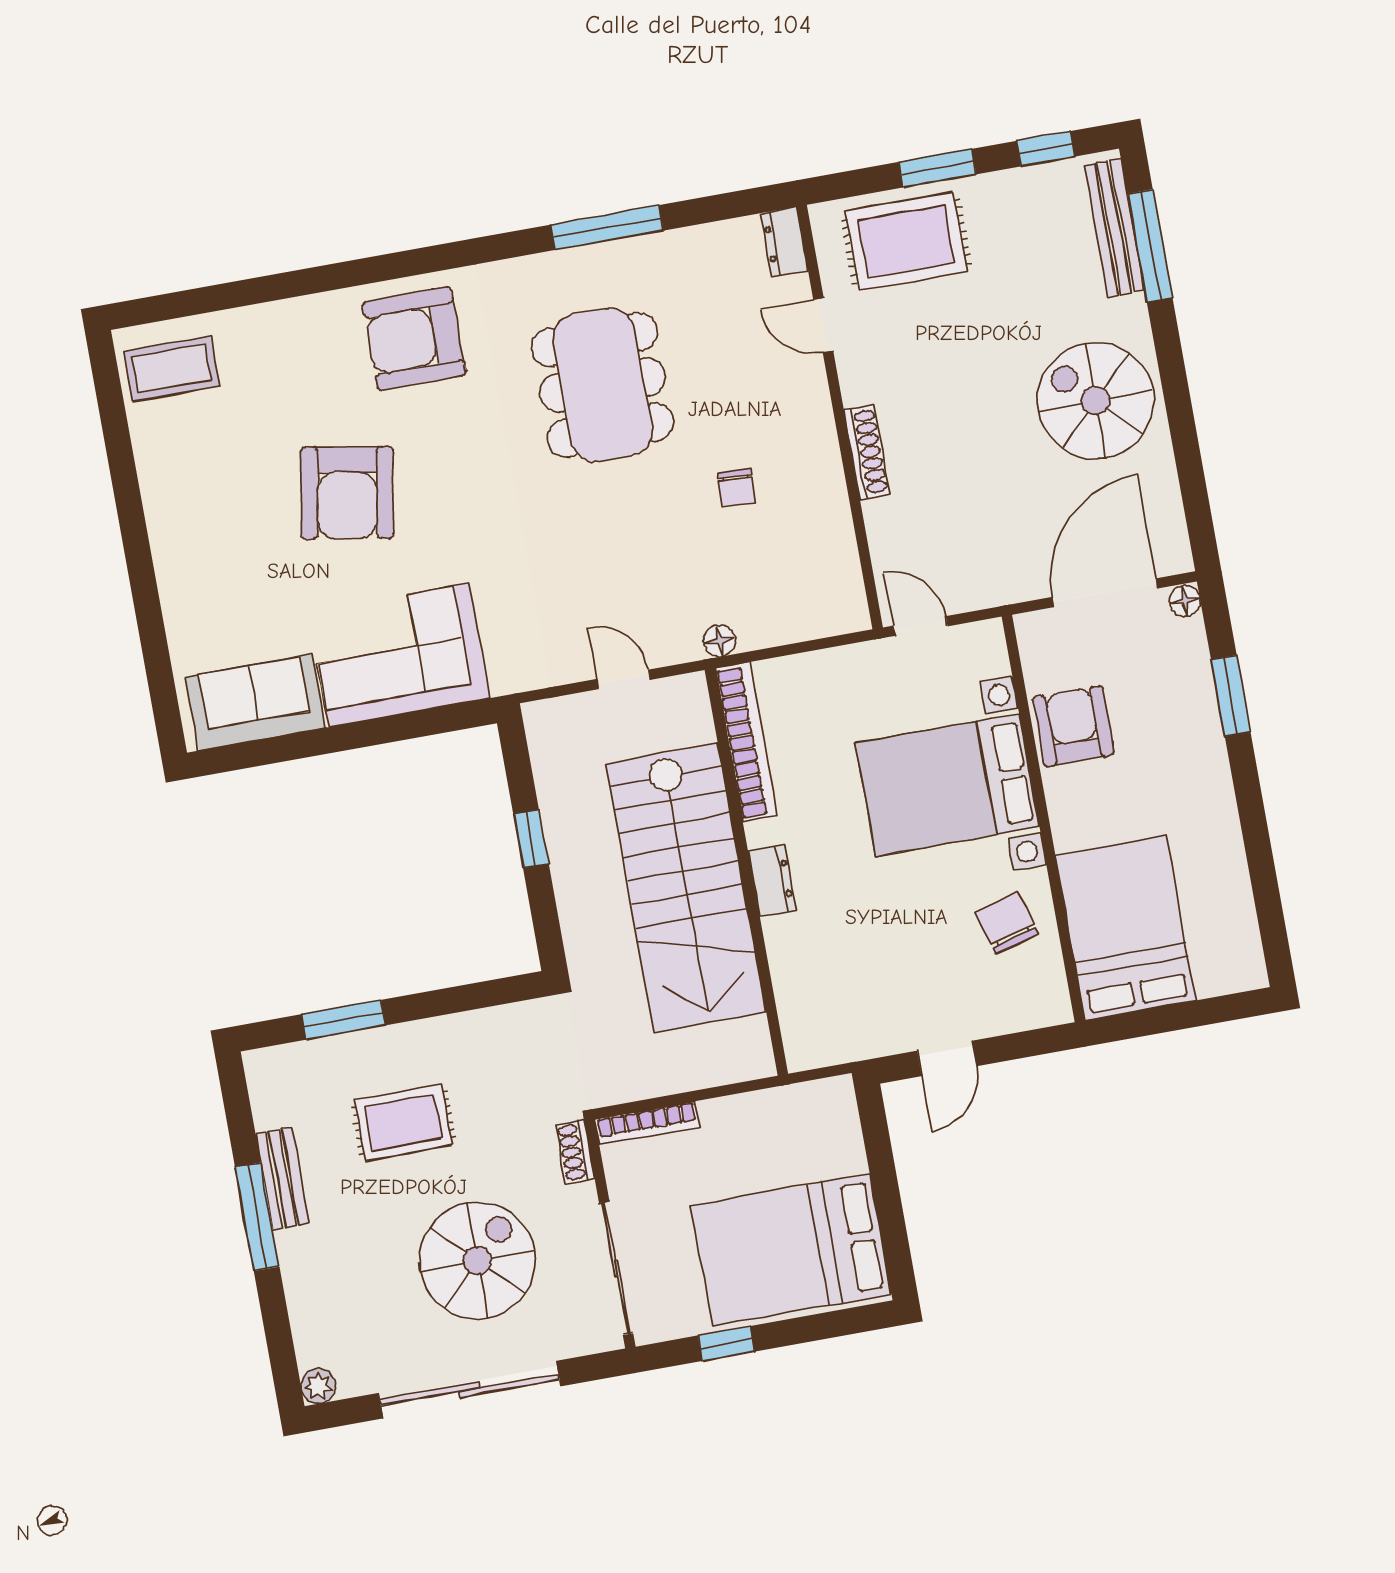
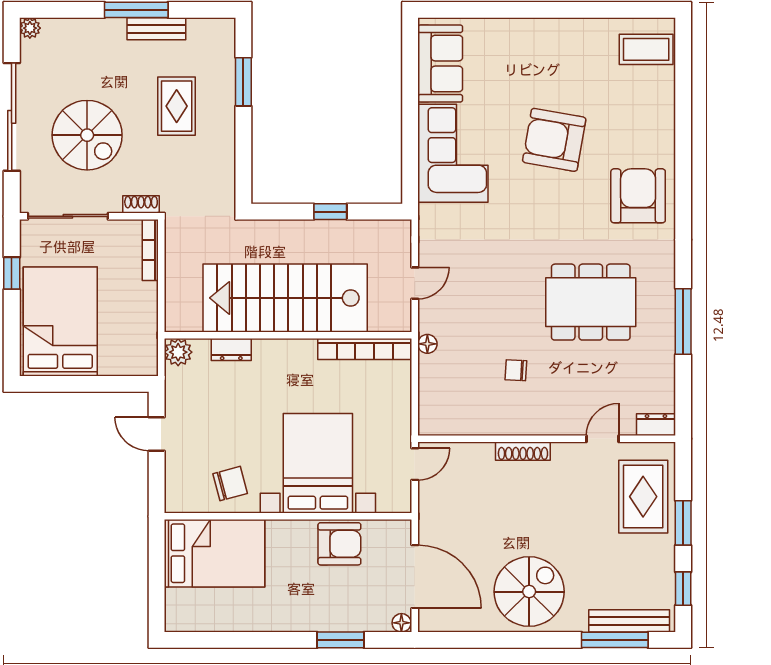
coffee table: (172, 369) -> (646, 49), turned 90
dresser: (772, 881) -> (231, 350), moved
plant: (807, 1047) -> (178, 352), added

